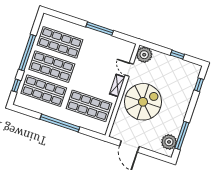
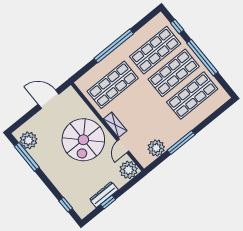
plant: (115, 44) -> (156, 148), added
dresser: (174, 61) -> (104, 195), added
door: (129, 70) -> (123, 146), swing flipped

